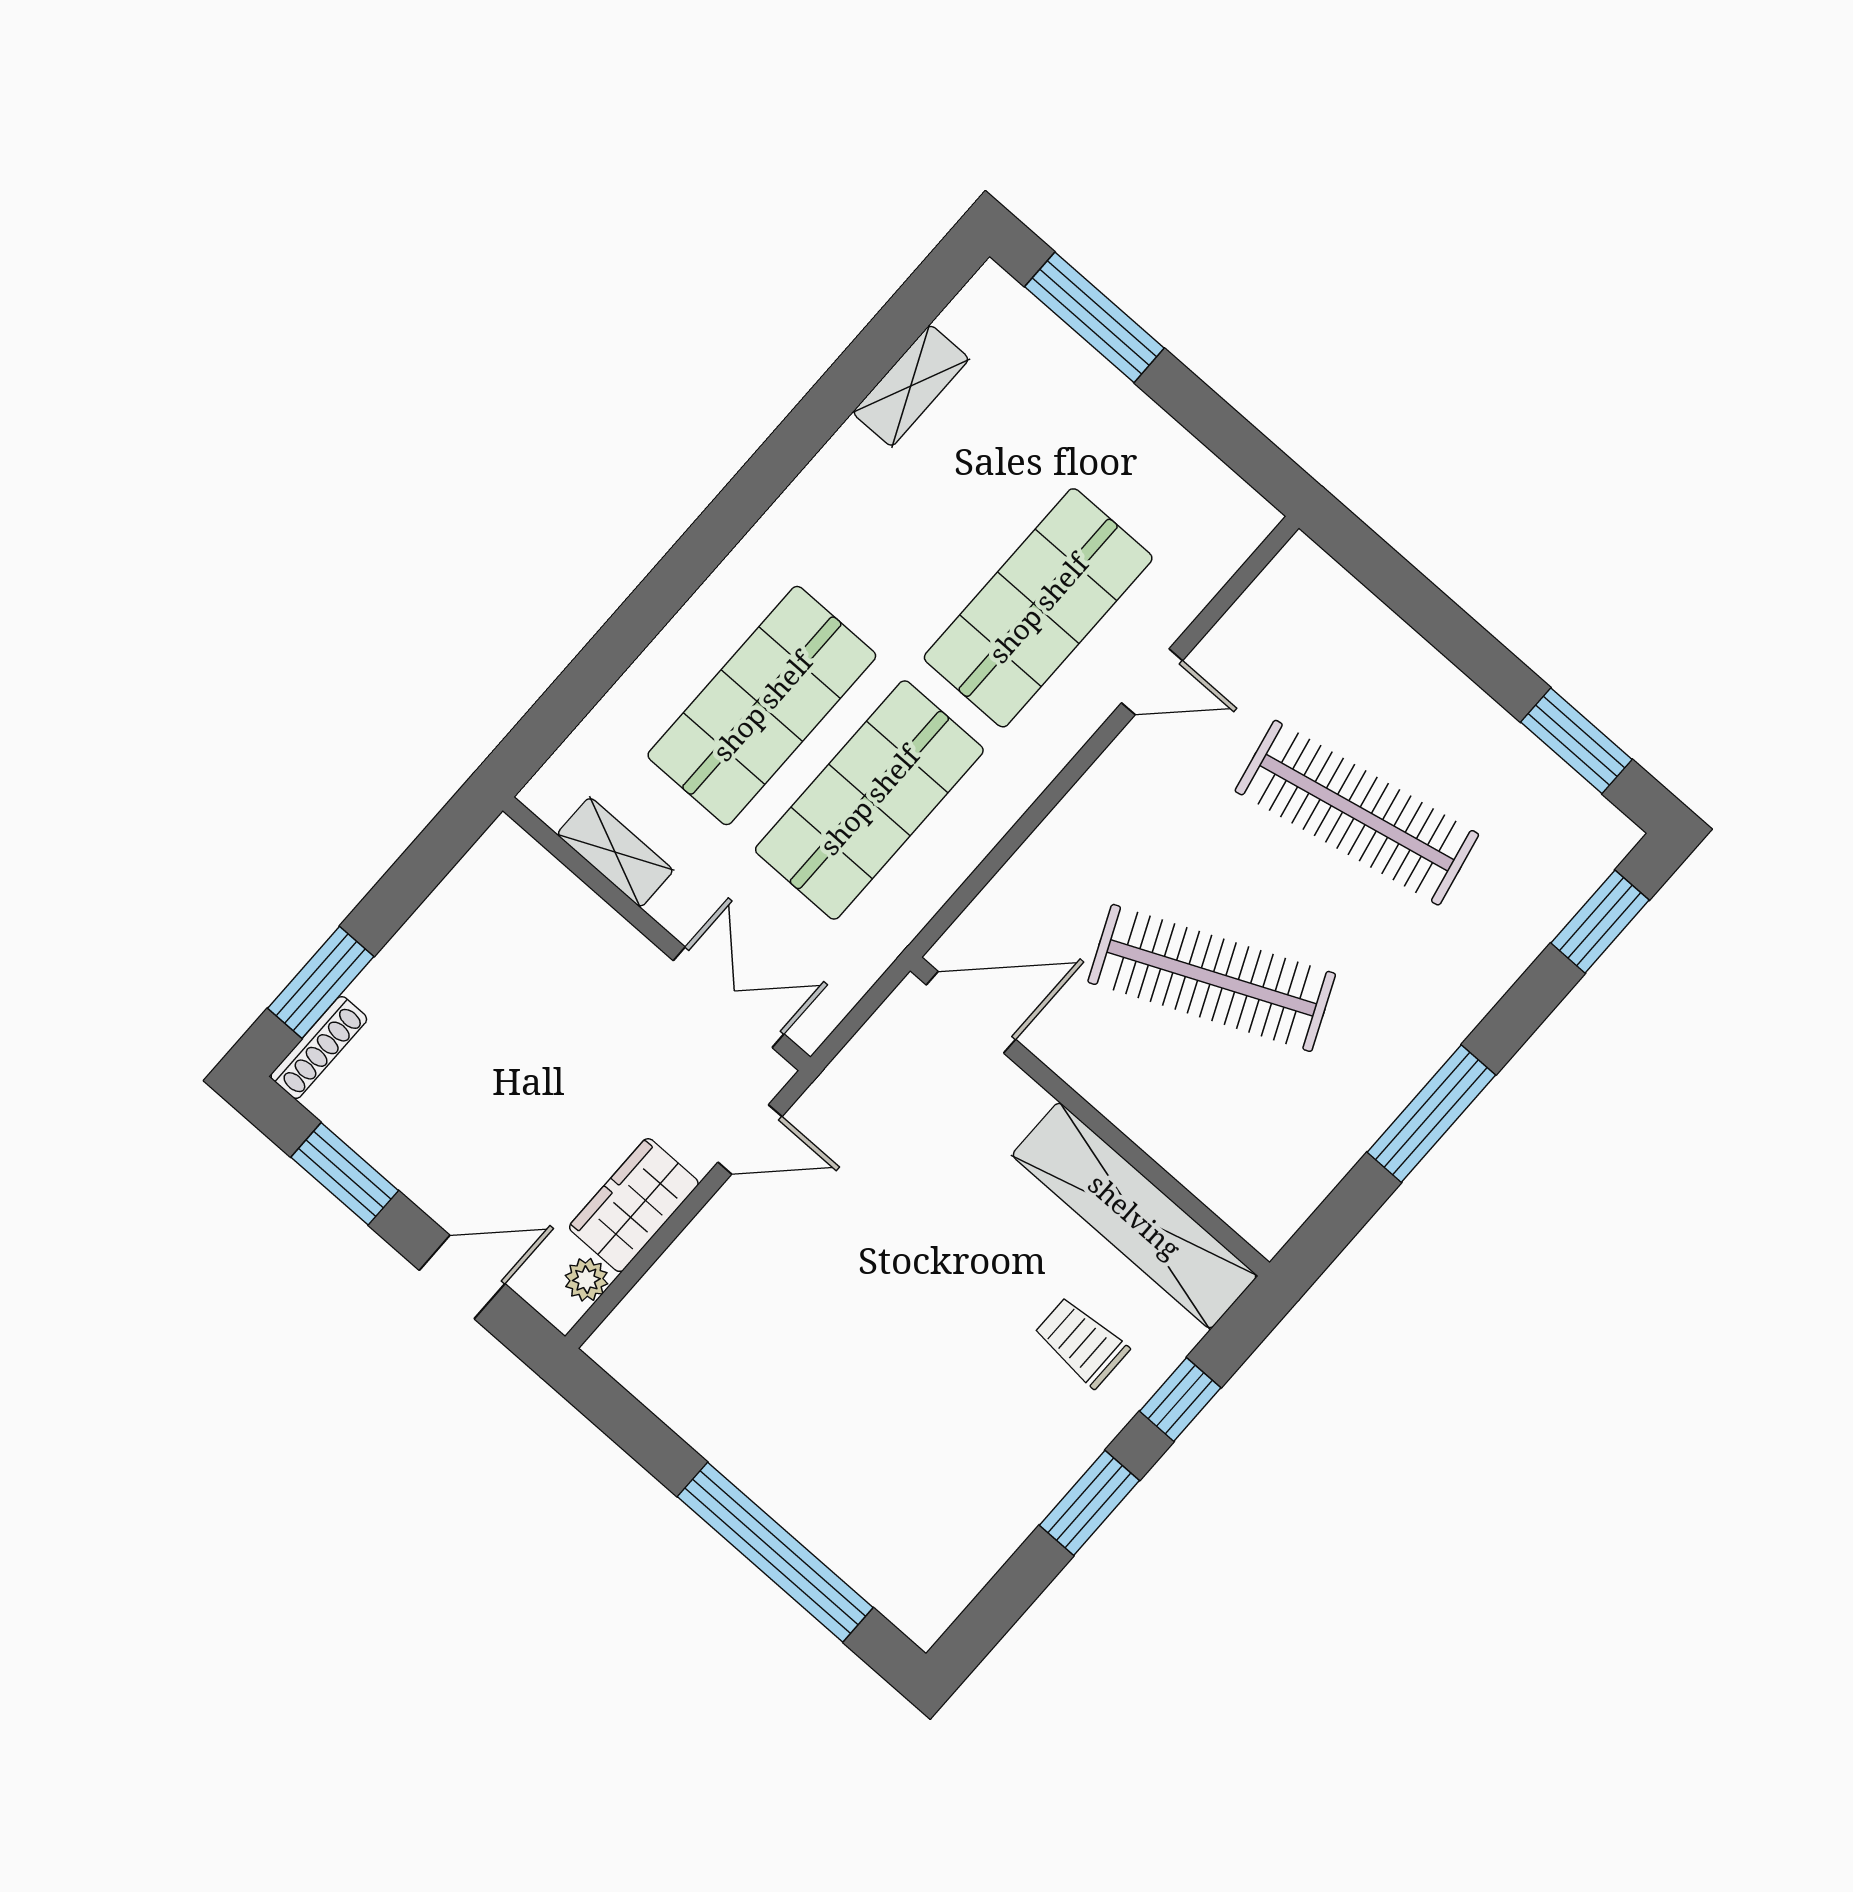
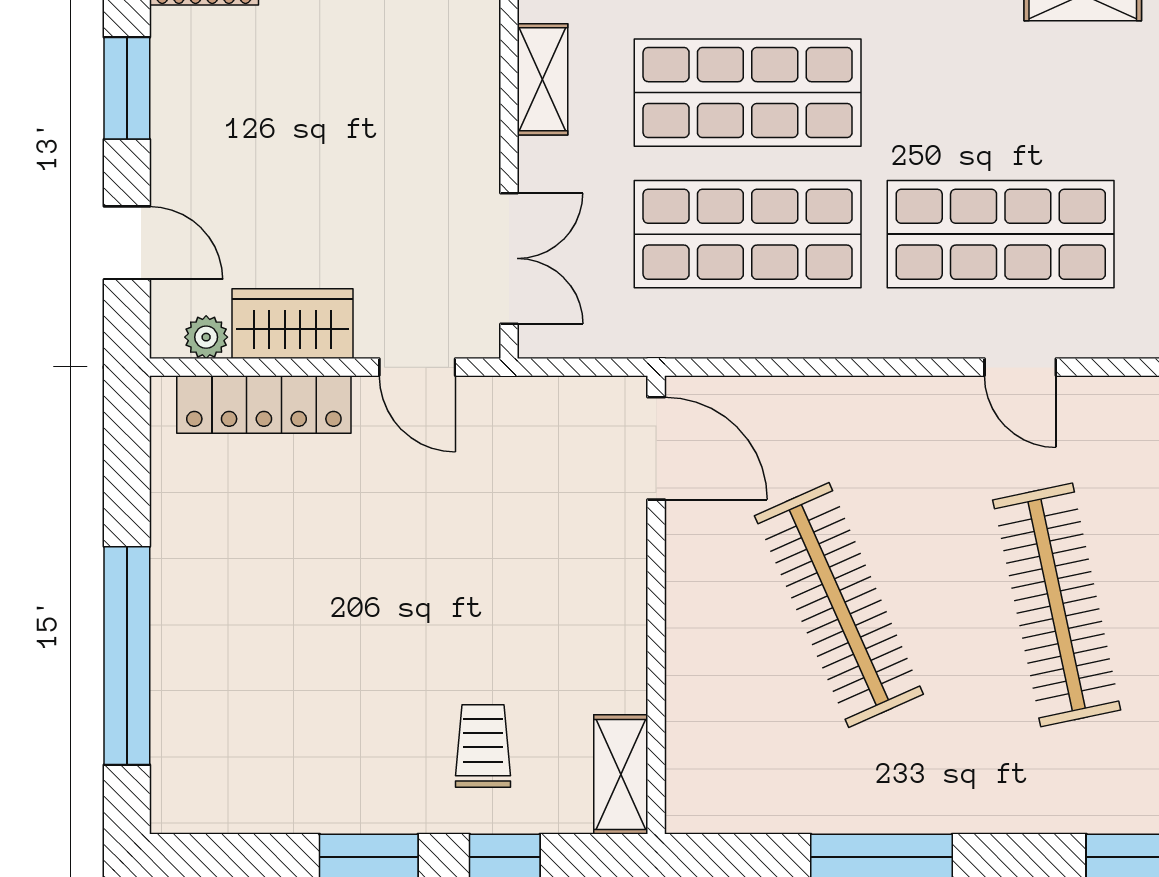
shelving: (1135, 1216) -> (621, 774), width x0.45, depth x0.75
locker: (676, 1281) -> (264, 404), added

